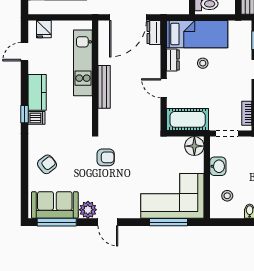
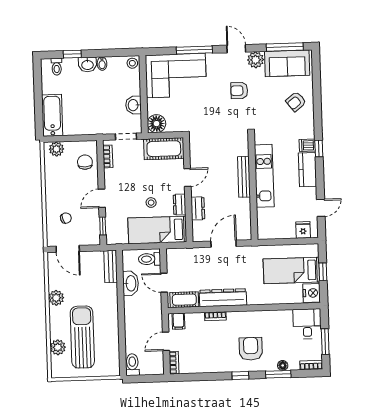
door: (128, 17) -> (224, 244), width x0.73
dresser: (154, 32) -> (198, 208), moved
kitchen unit: (83, 63) -> (264, 176), moved
door: (164, 88) -> (187, 177), hinge flipped
armchair: (106, 157) -> (239, 91), moved
stool: (227, 196) -> (132, 63), moved
window: (169, 222) -> (194, 50), moved

